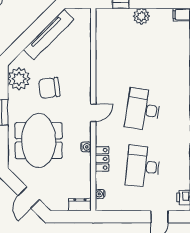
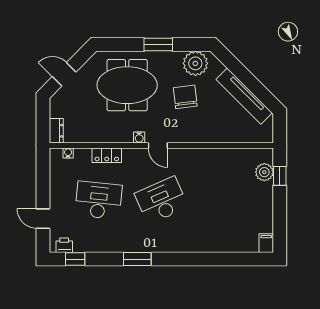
plant: (141, 16) -> (264, 172), moved
desk: (143, 110) -> (161, 200), turned -33
water cooler: (86, 147) -> (139, 138), moved

